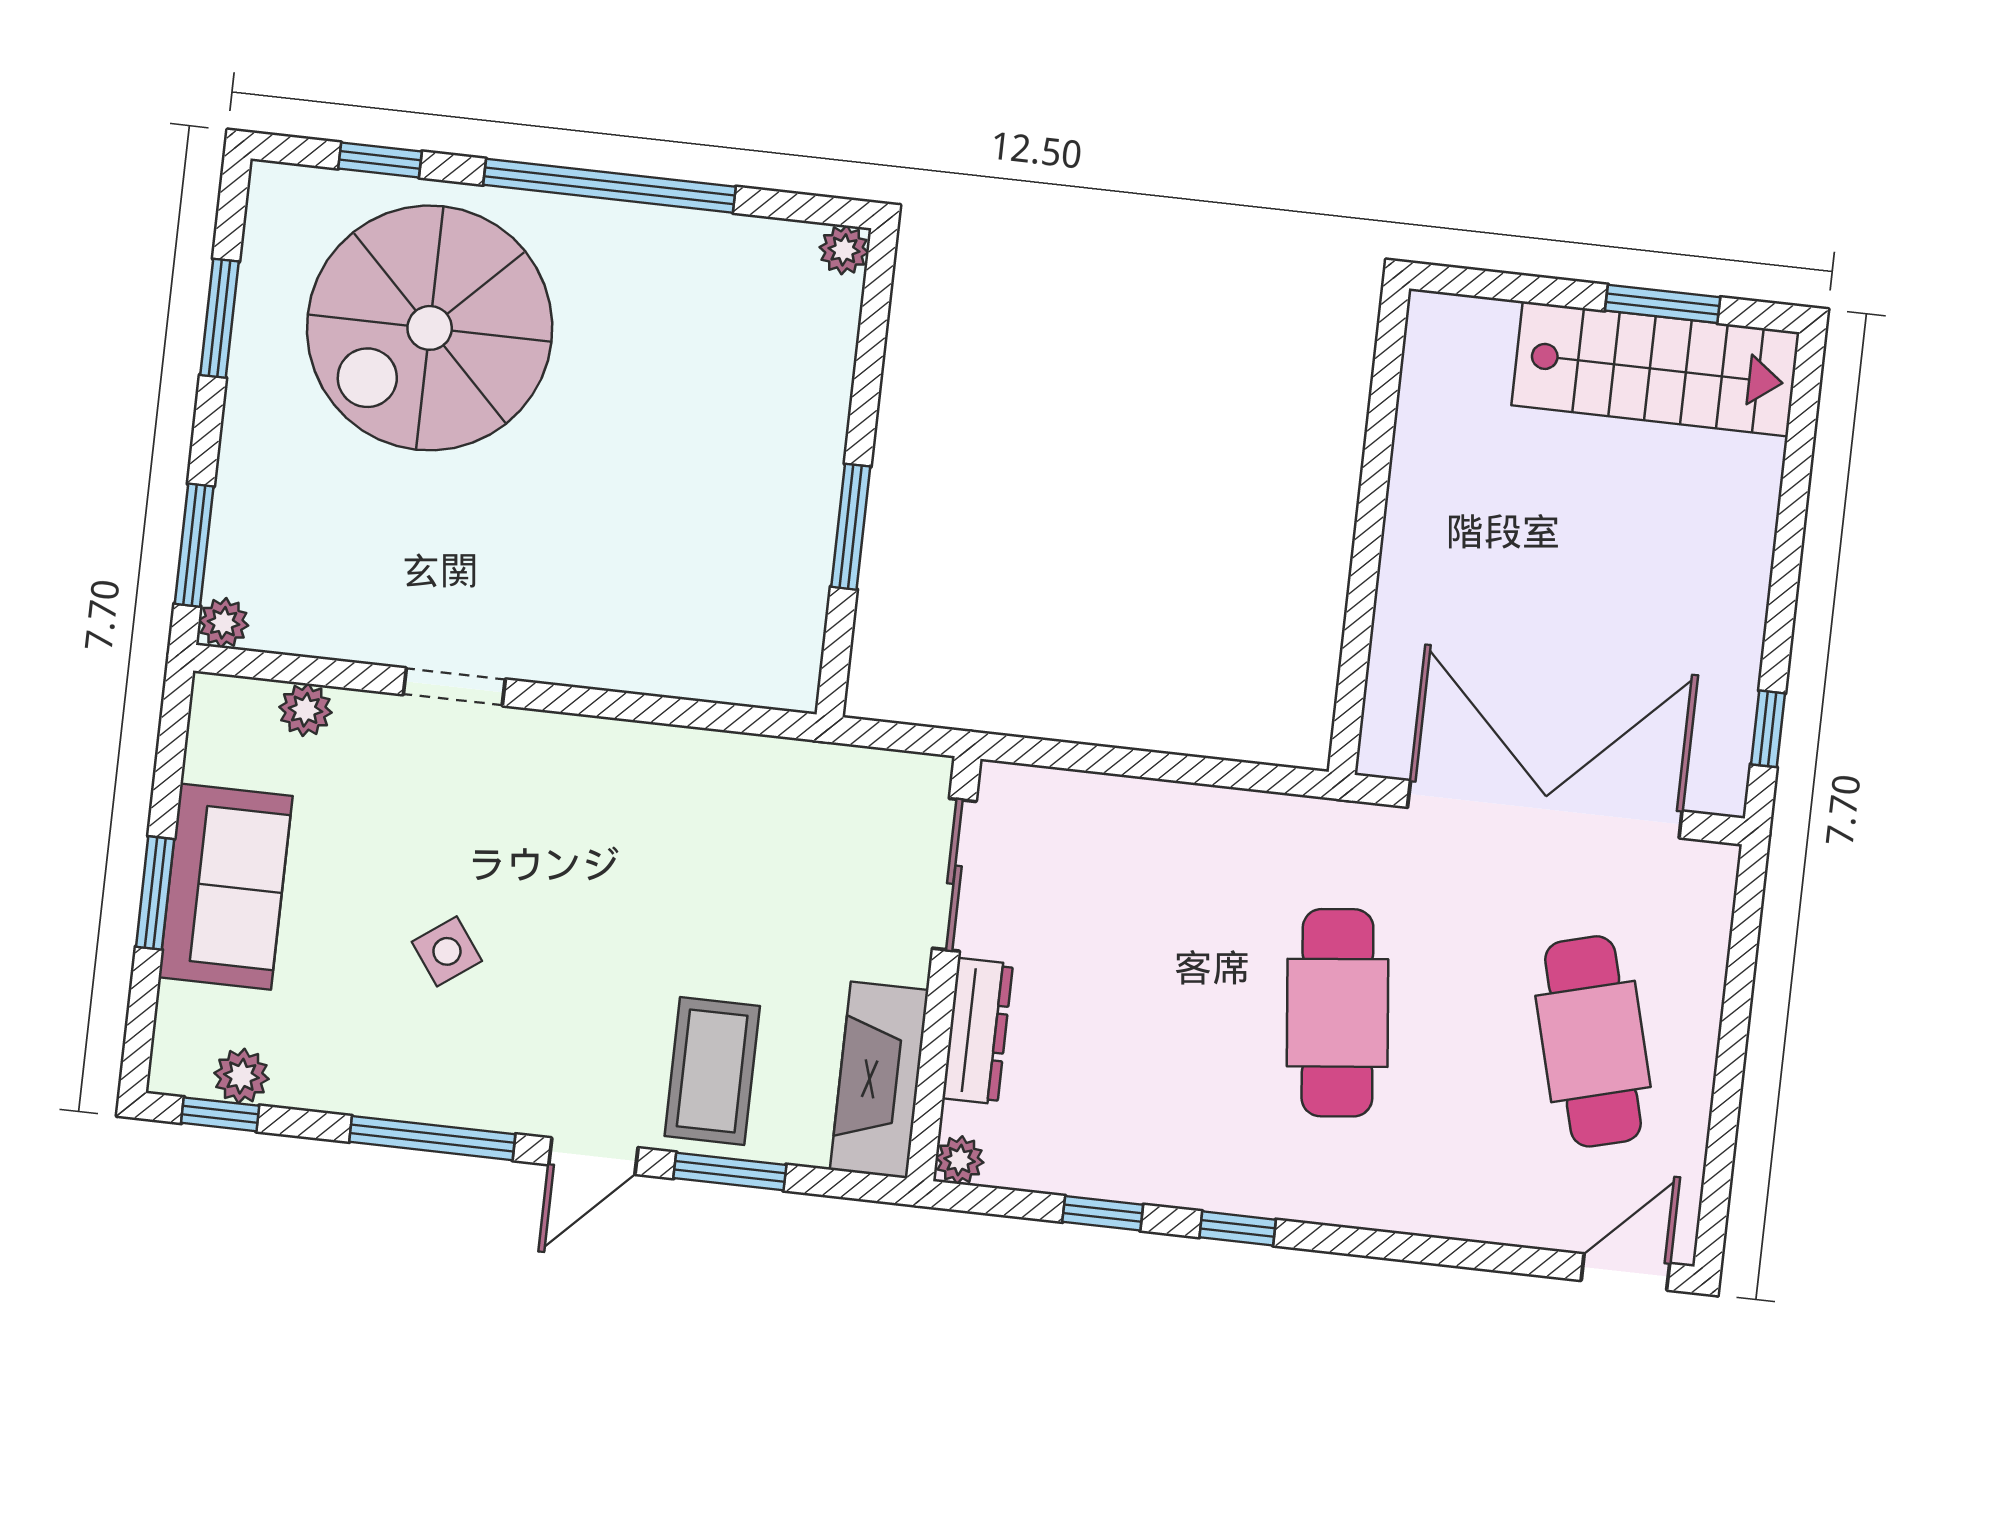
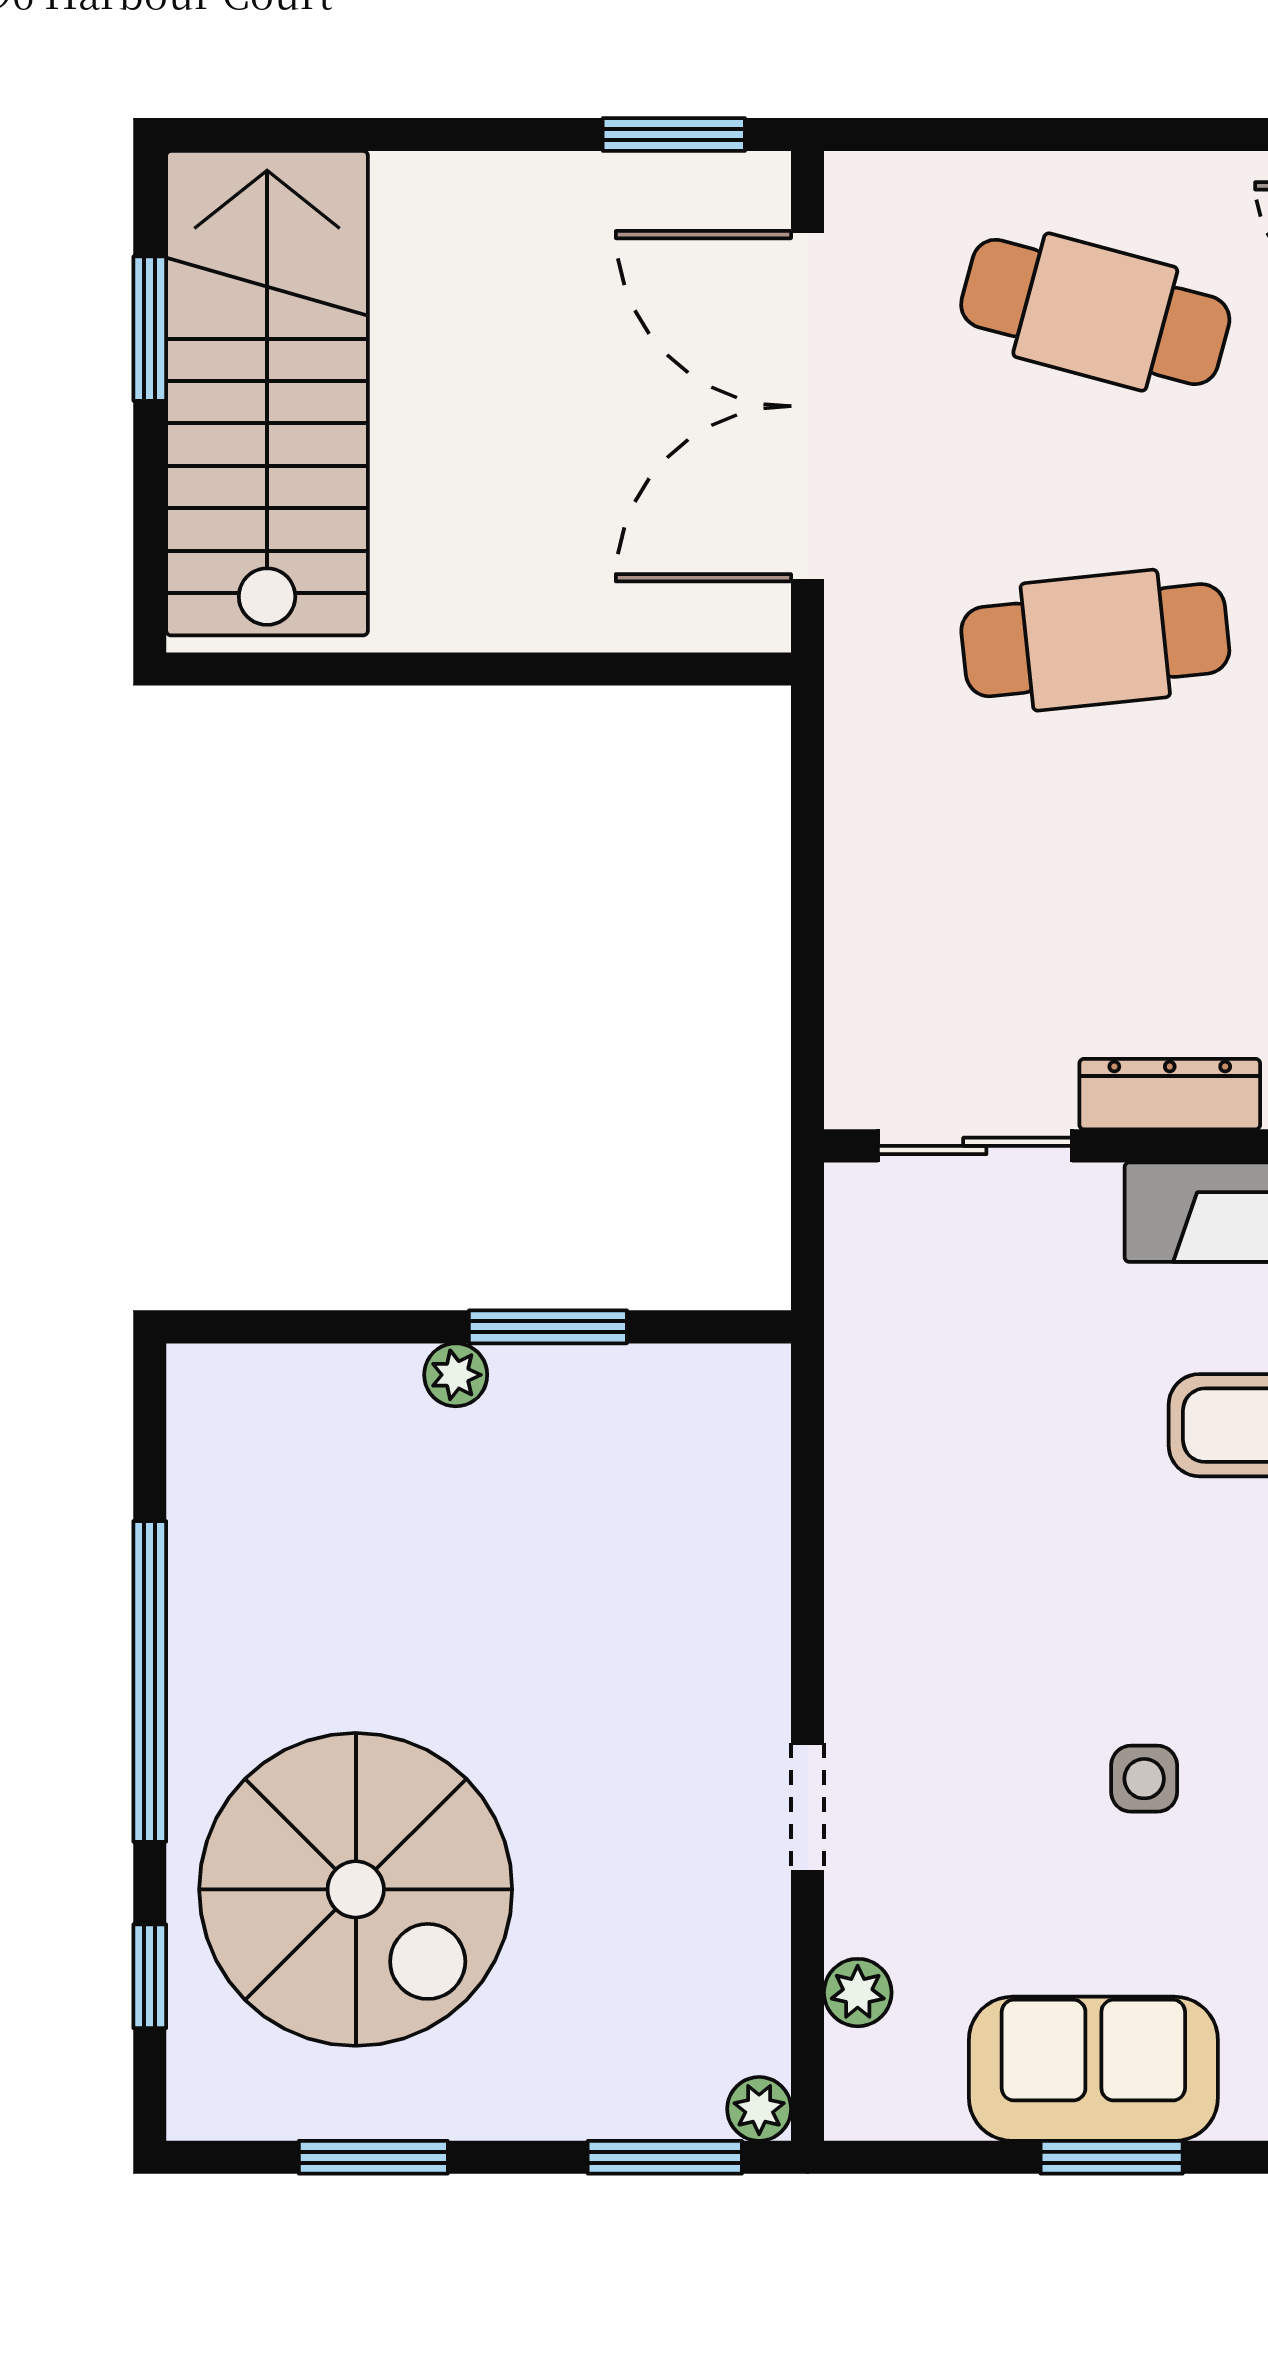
plant: (844, 250) -> (456, 1375), moved
stairs: (1655, 369) -> (267, 393), width x1.36, depth x1.51
window: (1768, 729) -> (674, 135), width x1.50
side table: (447, 951) -> (1144, 1779), turned 36
cafe table: (1593, 1041) -> (1095, 312), turned 30

